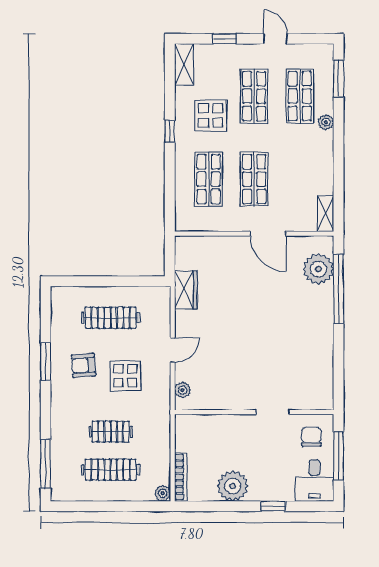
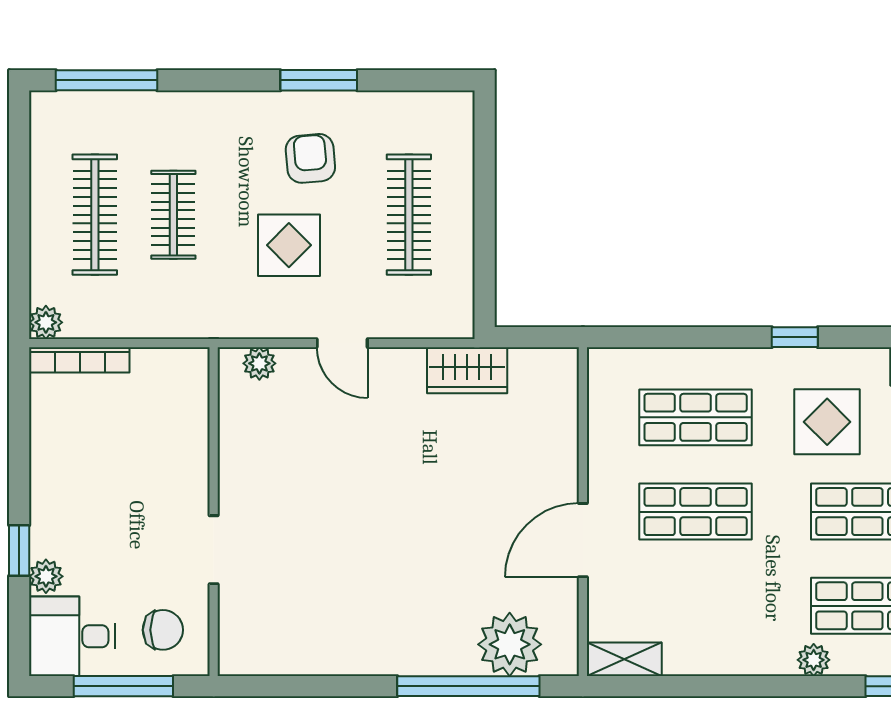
plant: (233, 486) -> (46, 576), moved, width x0.53, depth x0.53

